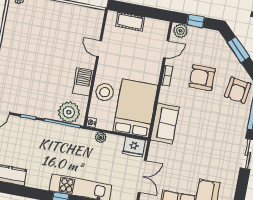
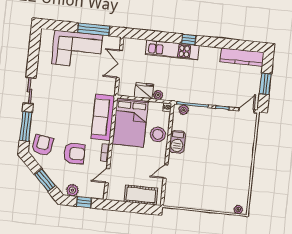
cot: (130, 22) -> (141, 195), width x1.37, depth x1.34
plant: (181, 31) -> (72, 190), moved
door: (99, 49) -> (165, 172), swing flipped
plant: (69, 112) -> (184, 110), width x0.53, depth x0.53
sofa: (165, 123) -> (103, 117), width x1.36
fridge: (134, 147) -> (144, 91), moved

